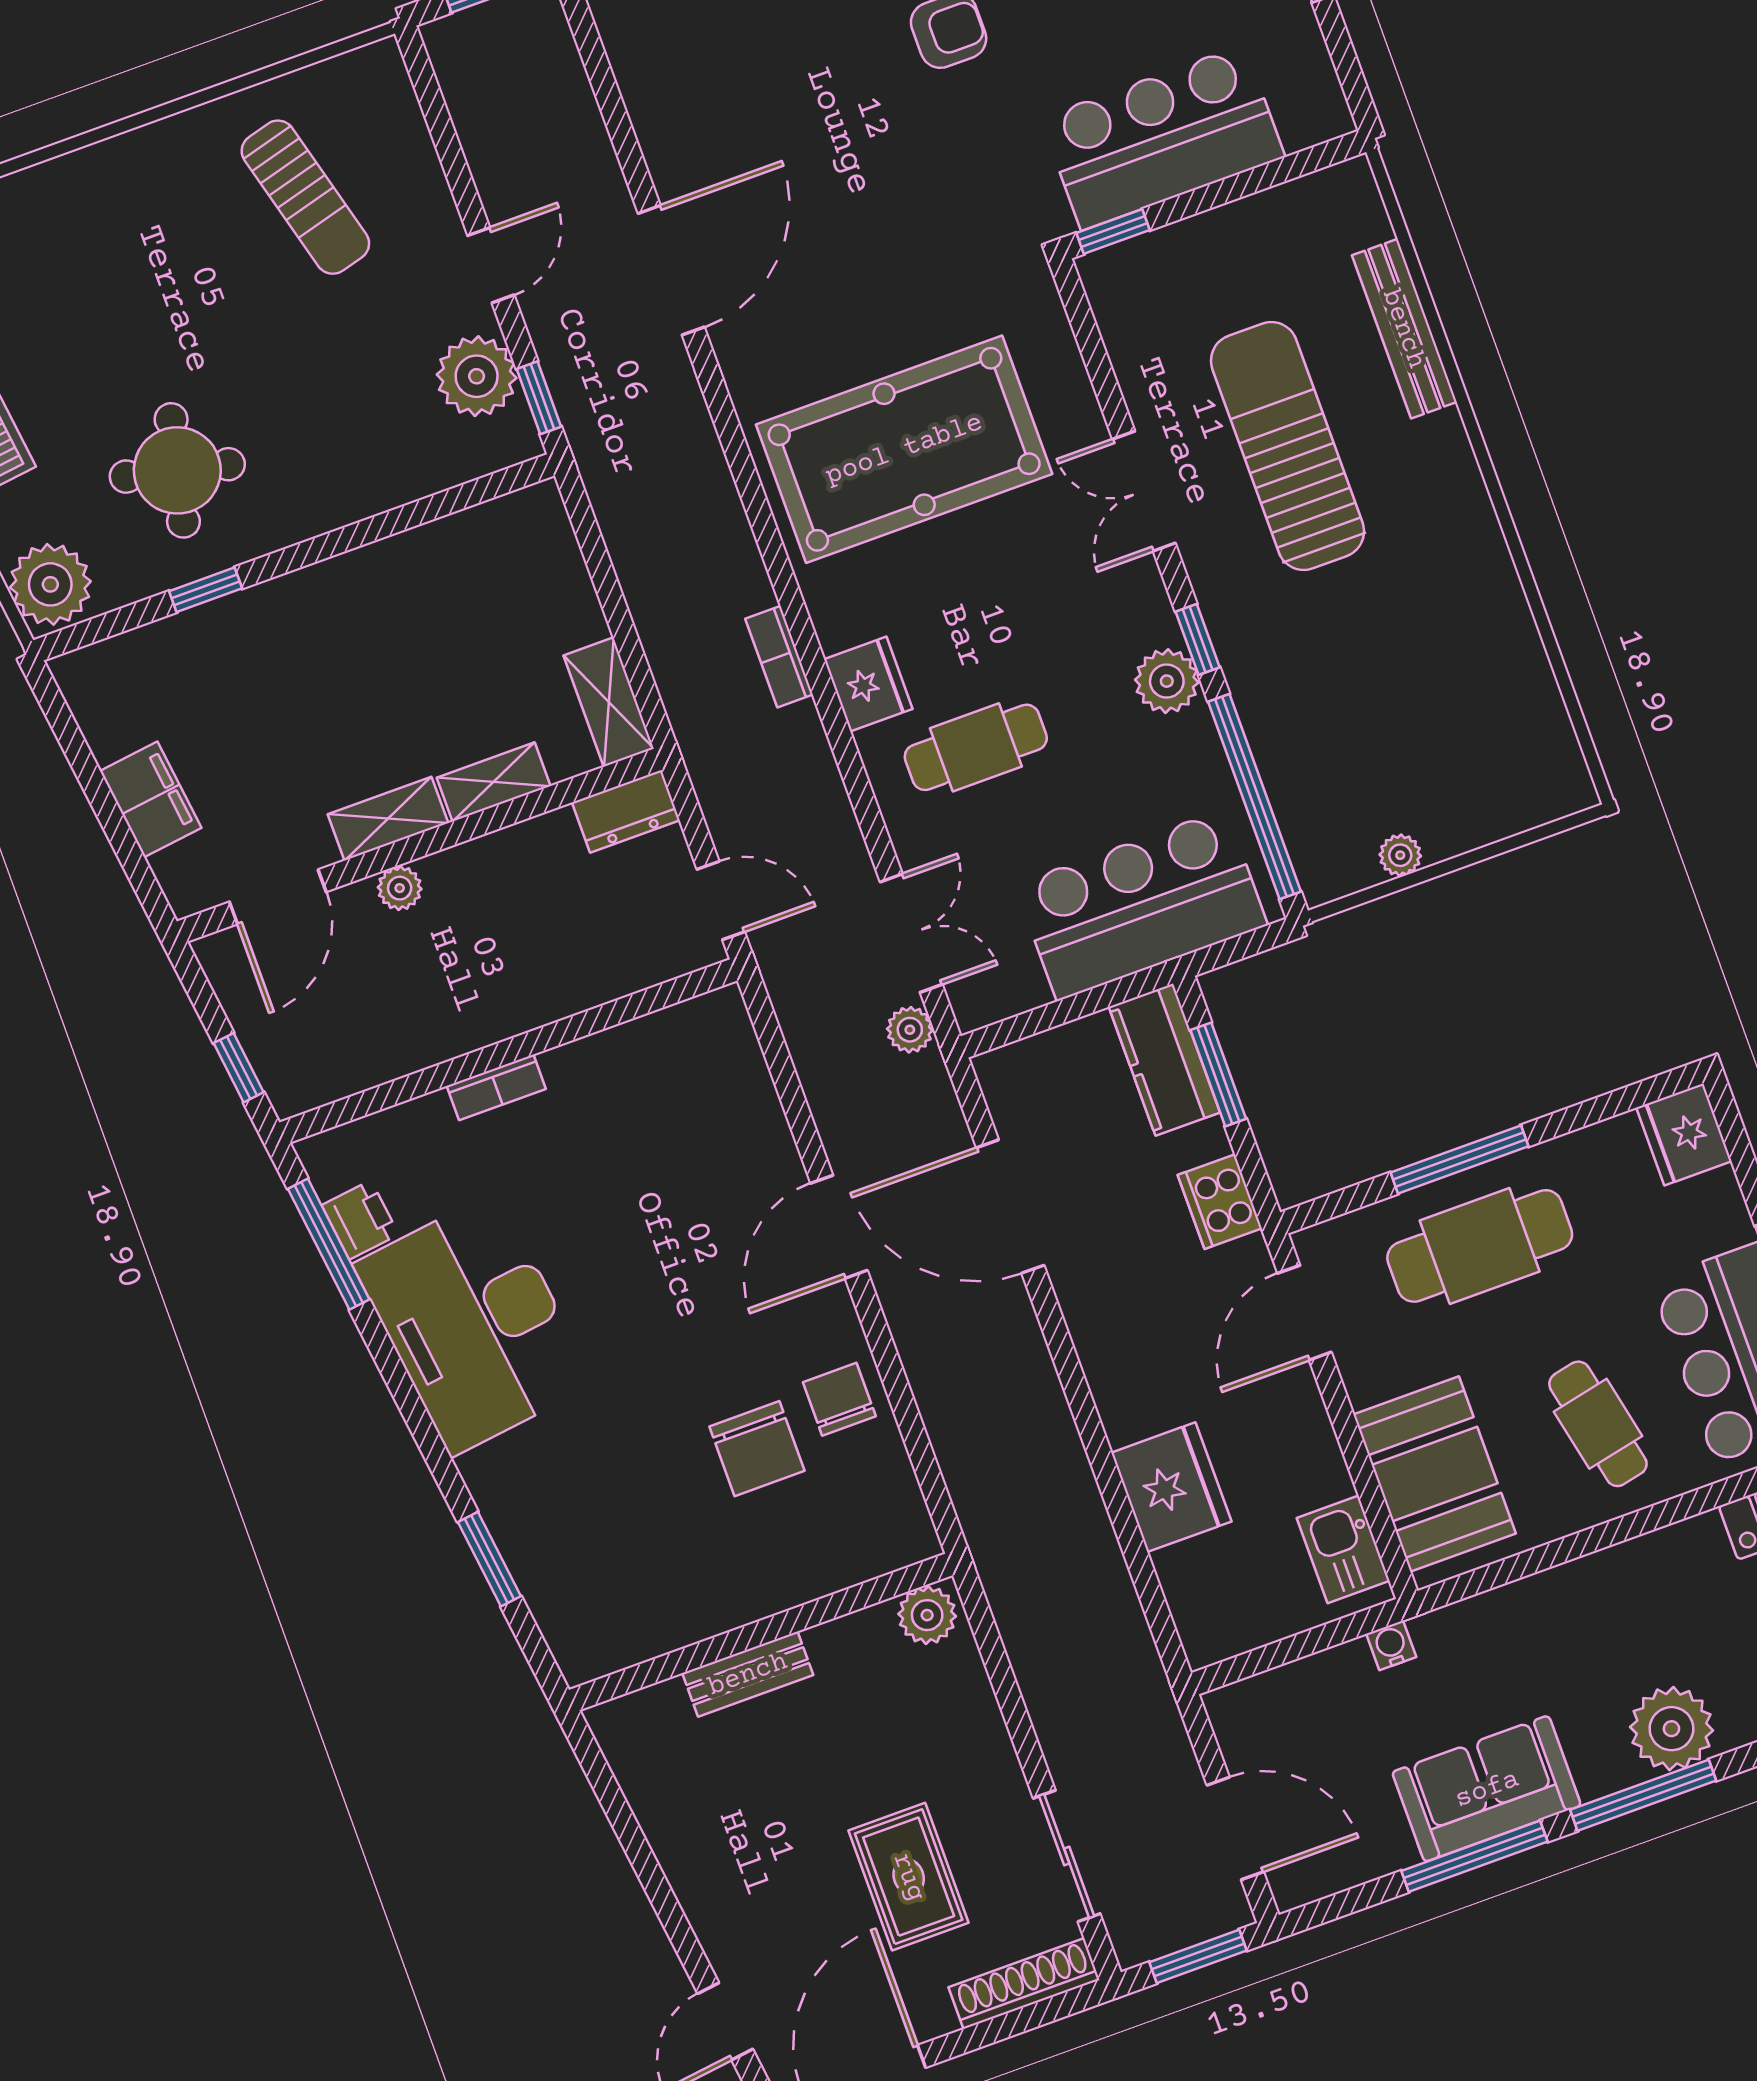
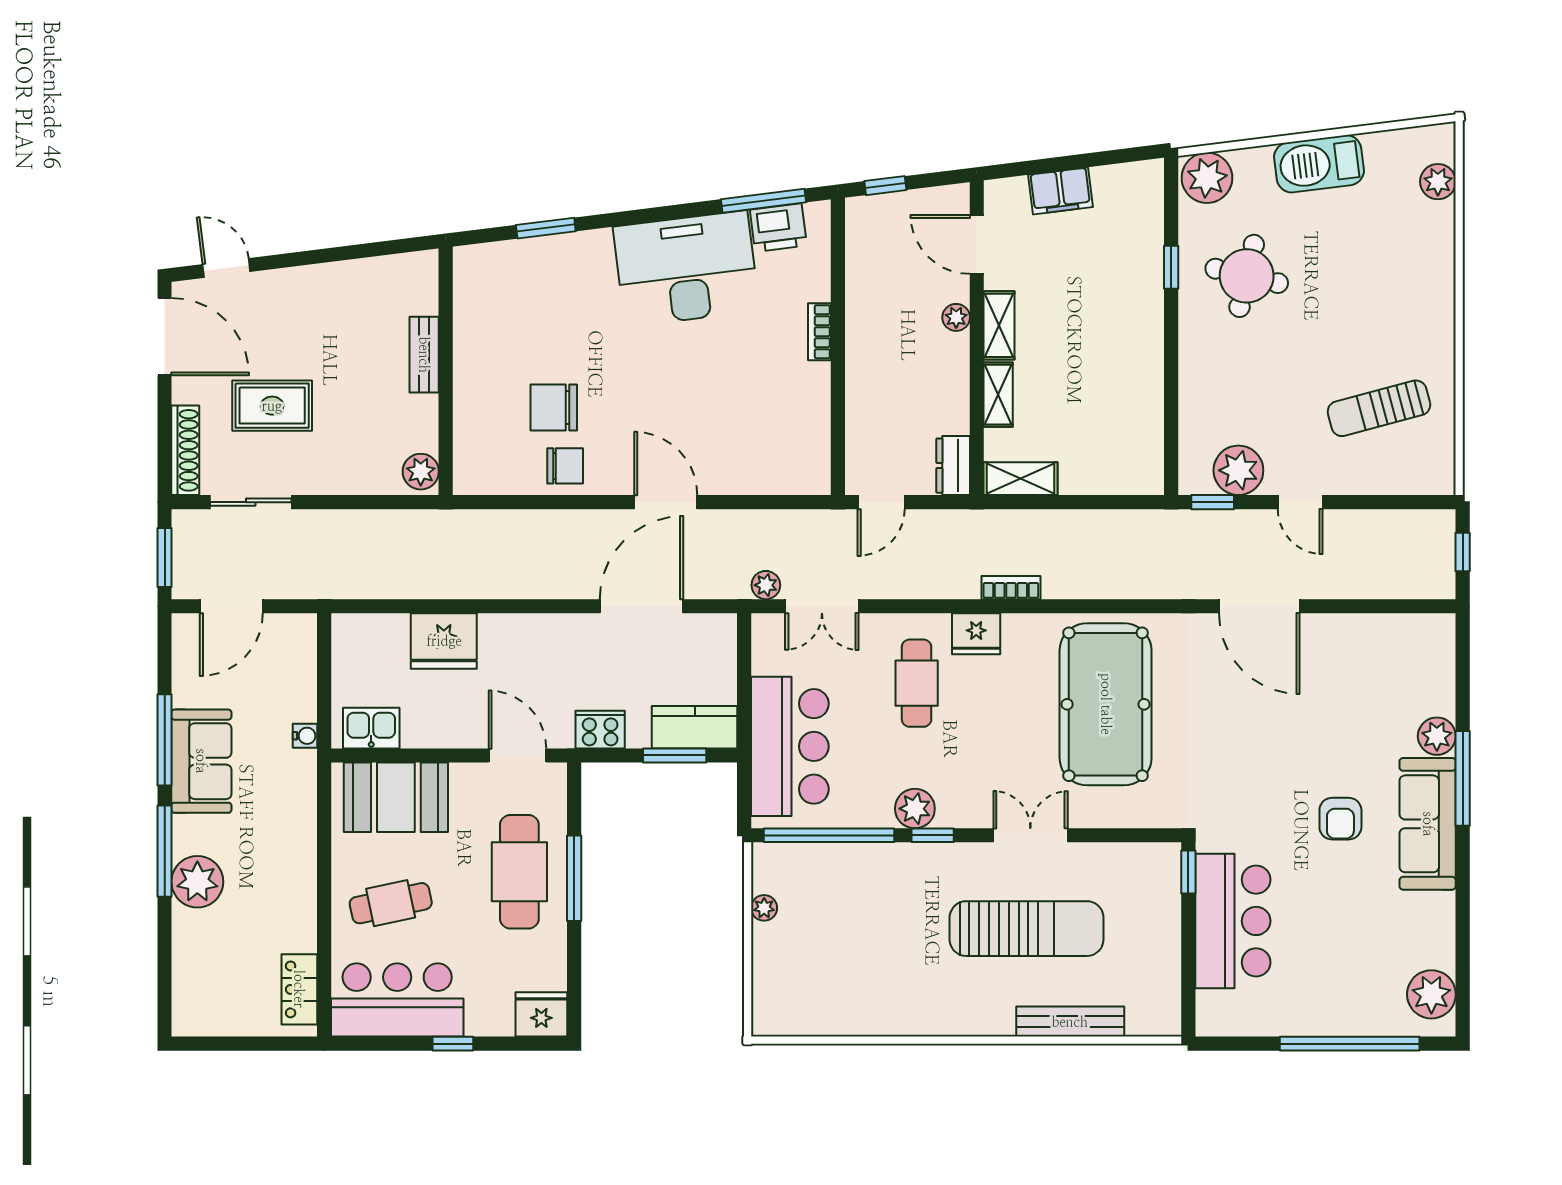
printer: (360, 1220) -> (778, 228), width x1.36, depth x1.24

